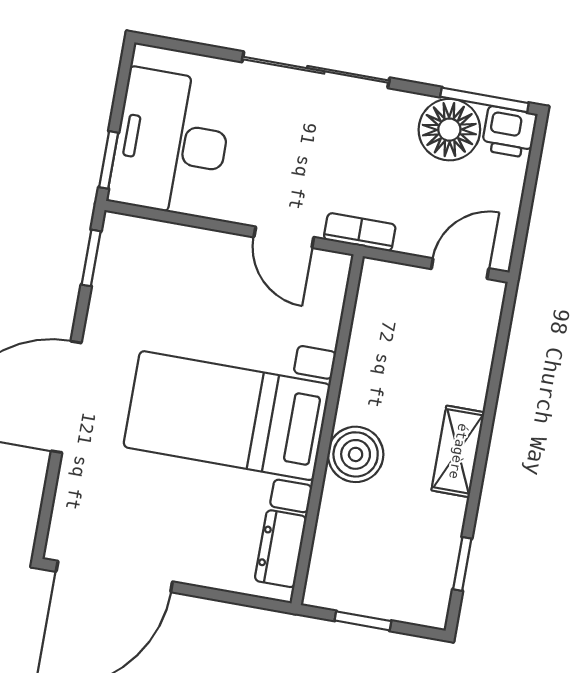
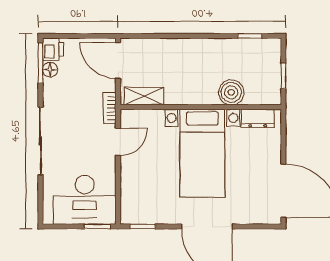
floor lamp: (449, 130) -> (50, 70), width x0.53, depth x0.53
door: (460, 269) -> (118, 60), width x1.38
shelving: (458, 451) -> (144, 96), moved
boiler: (356, 454) -> (231, 92), moved

